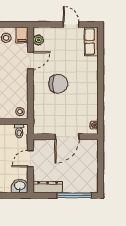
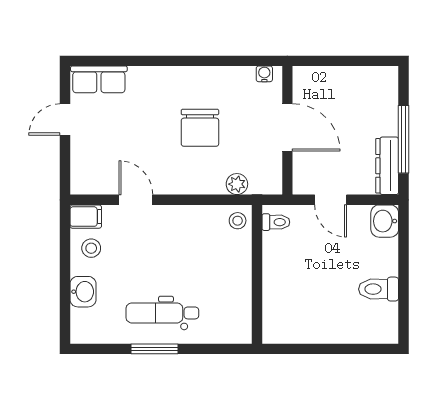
plant: (38, 40) -> (237, 184), moved
chair: (58, 84) -> (200, 128), moved, turned 180
window: (74, 195) -> (404, 139), moved

